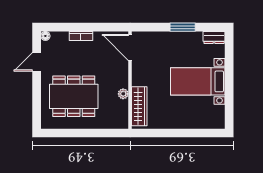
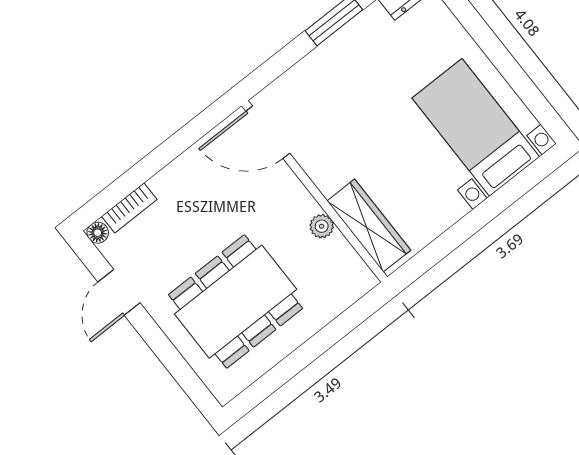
bookcase: (81, 36) -> (129, 208), moved
bed with nightstands: (198, 81) -> (476, 127), moved, turned 90

